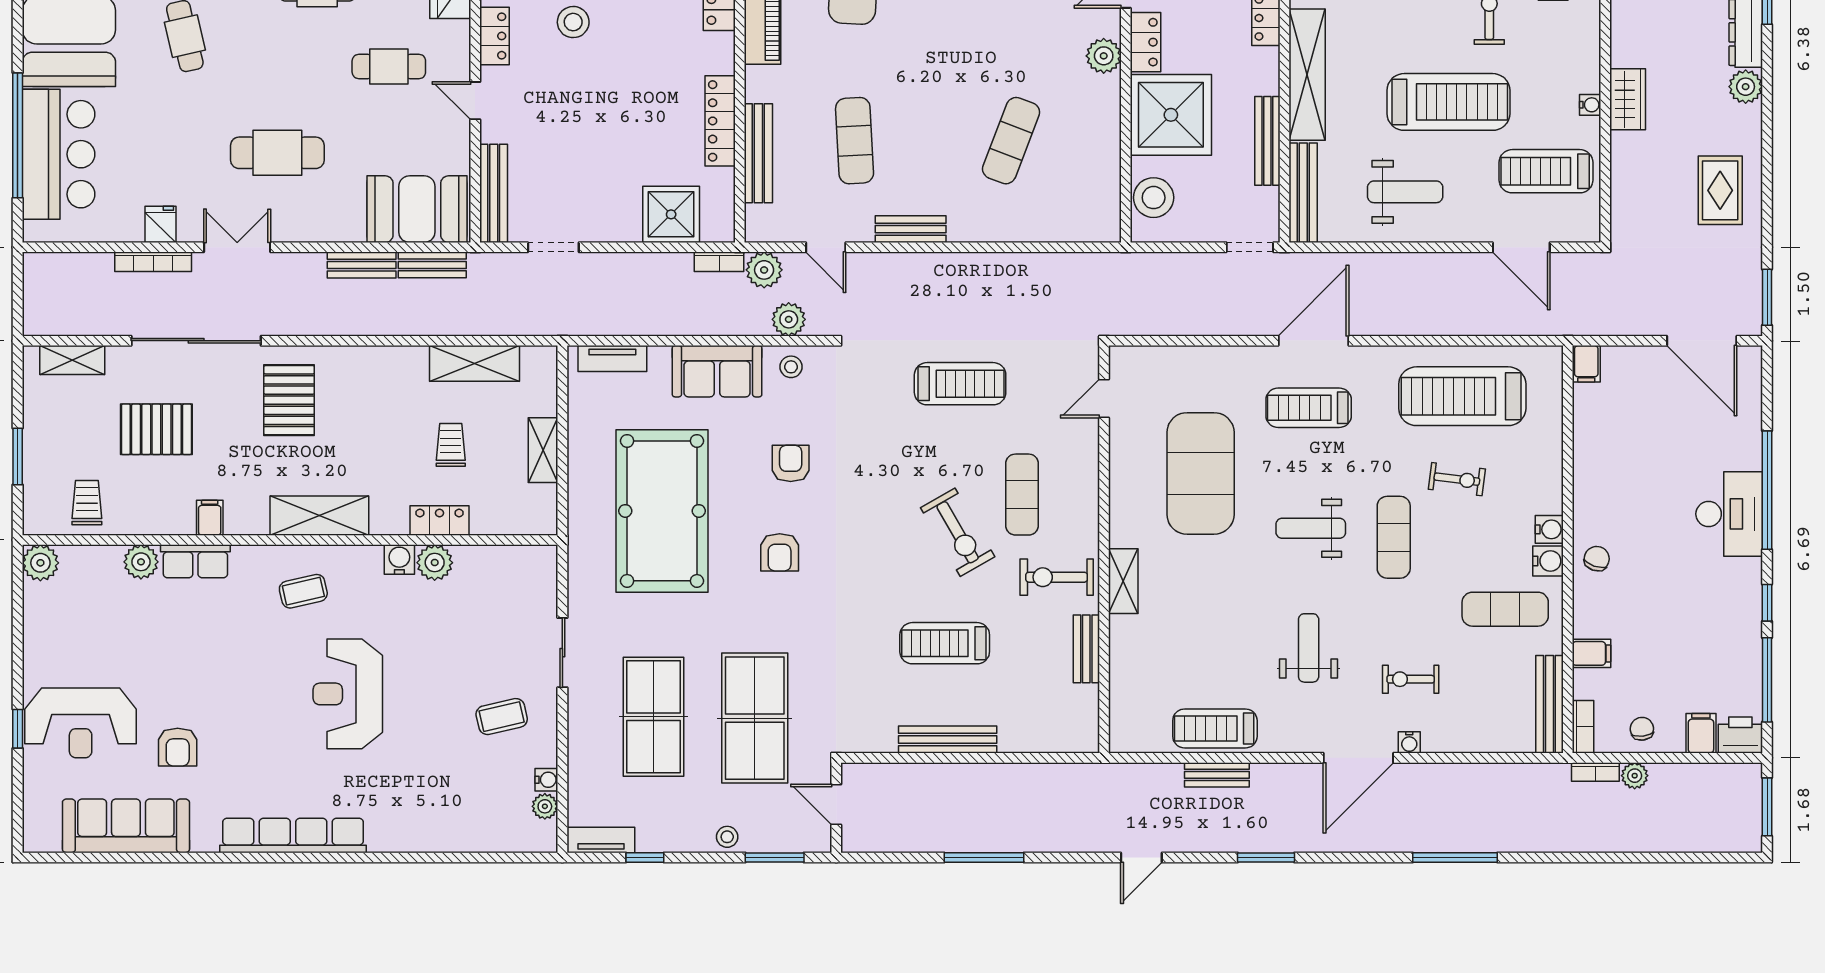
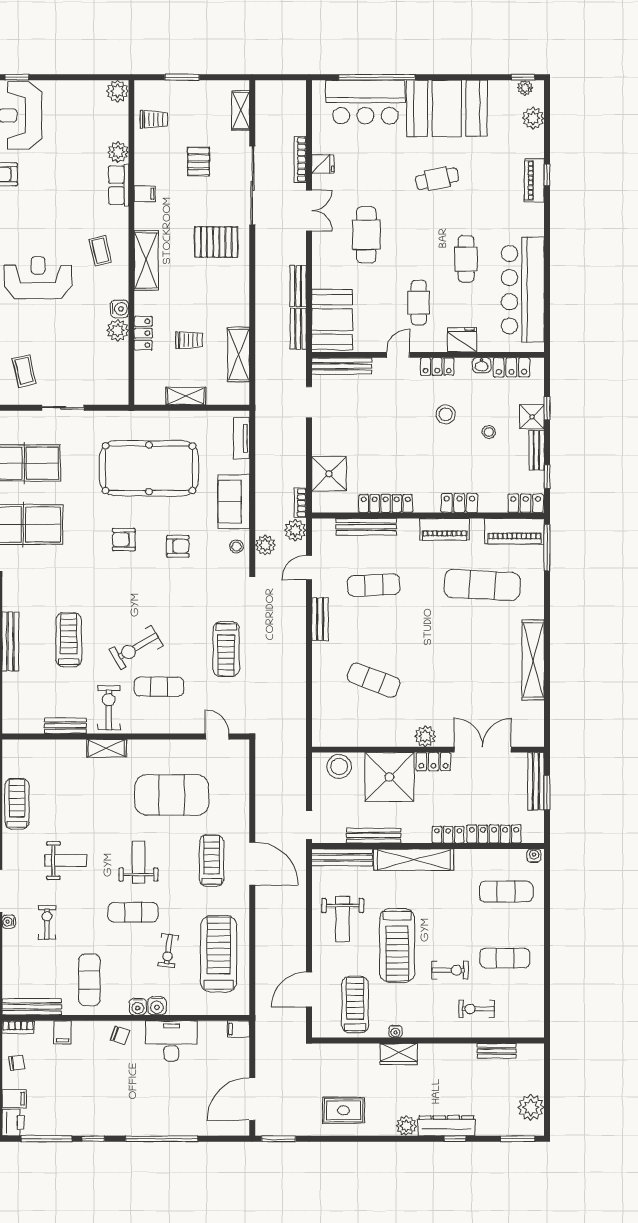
pallet: (156, 429) -> (199, 161), width x0.67, depth x0.71
desk: (1729, 514) -> (171, 1041), moved, turned 180
water cooler: (1548, 561) -> (157, 1006), moved

